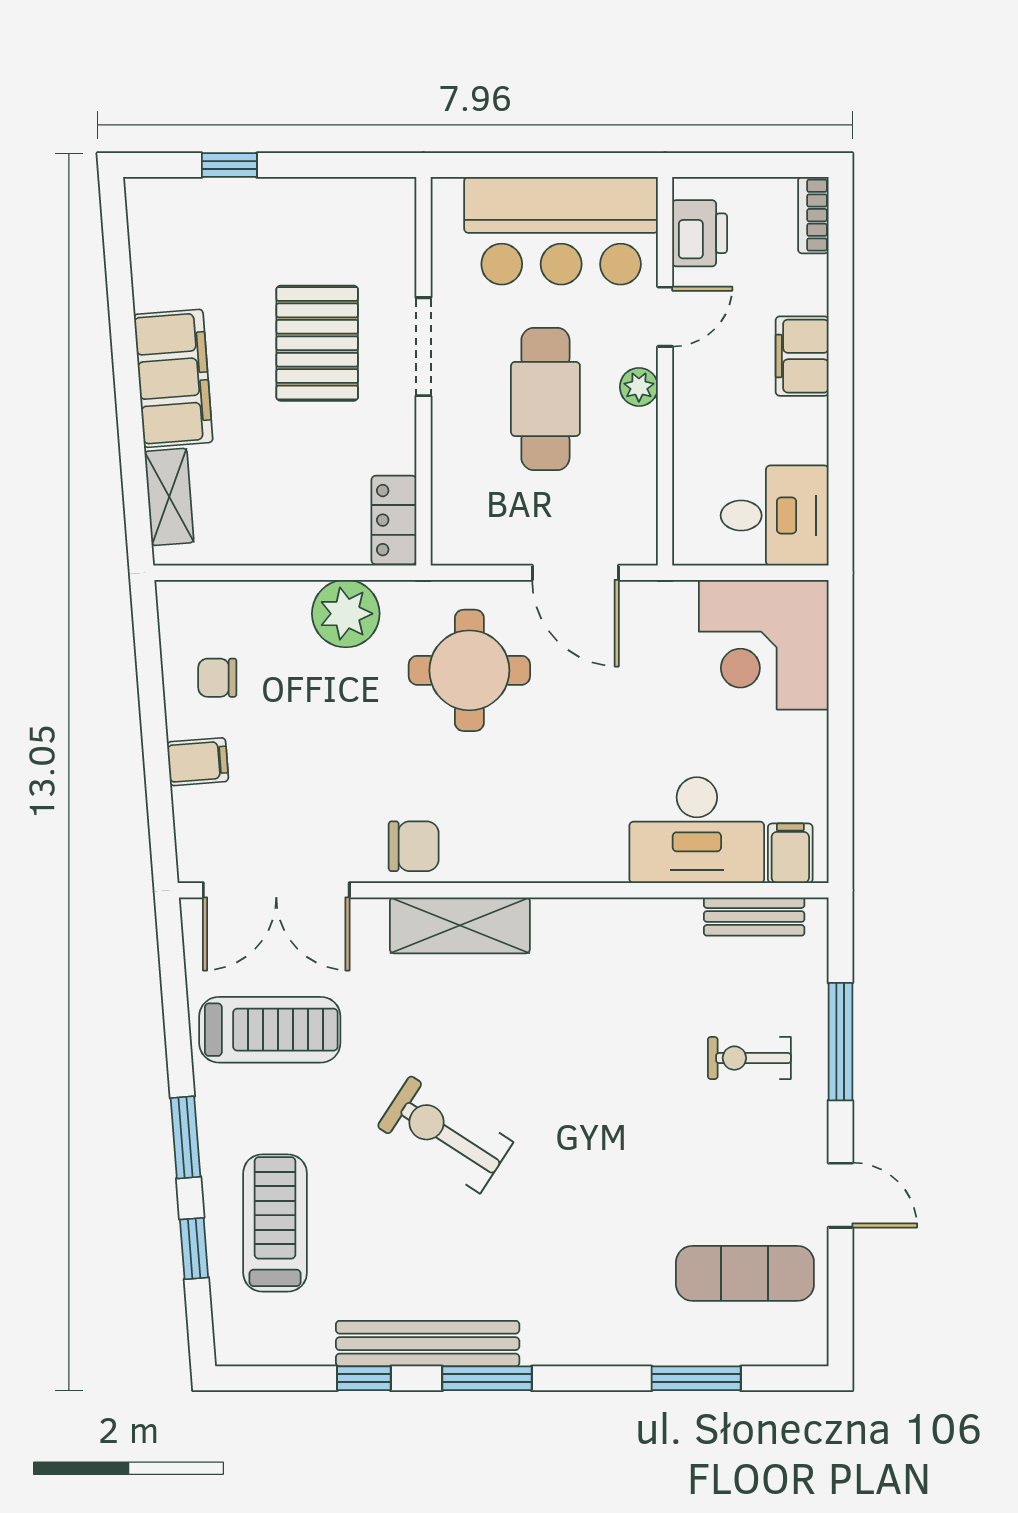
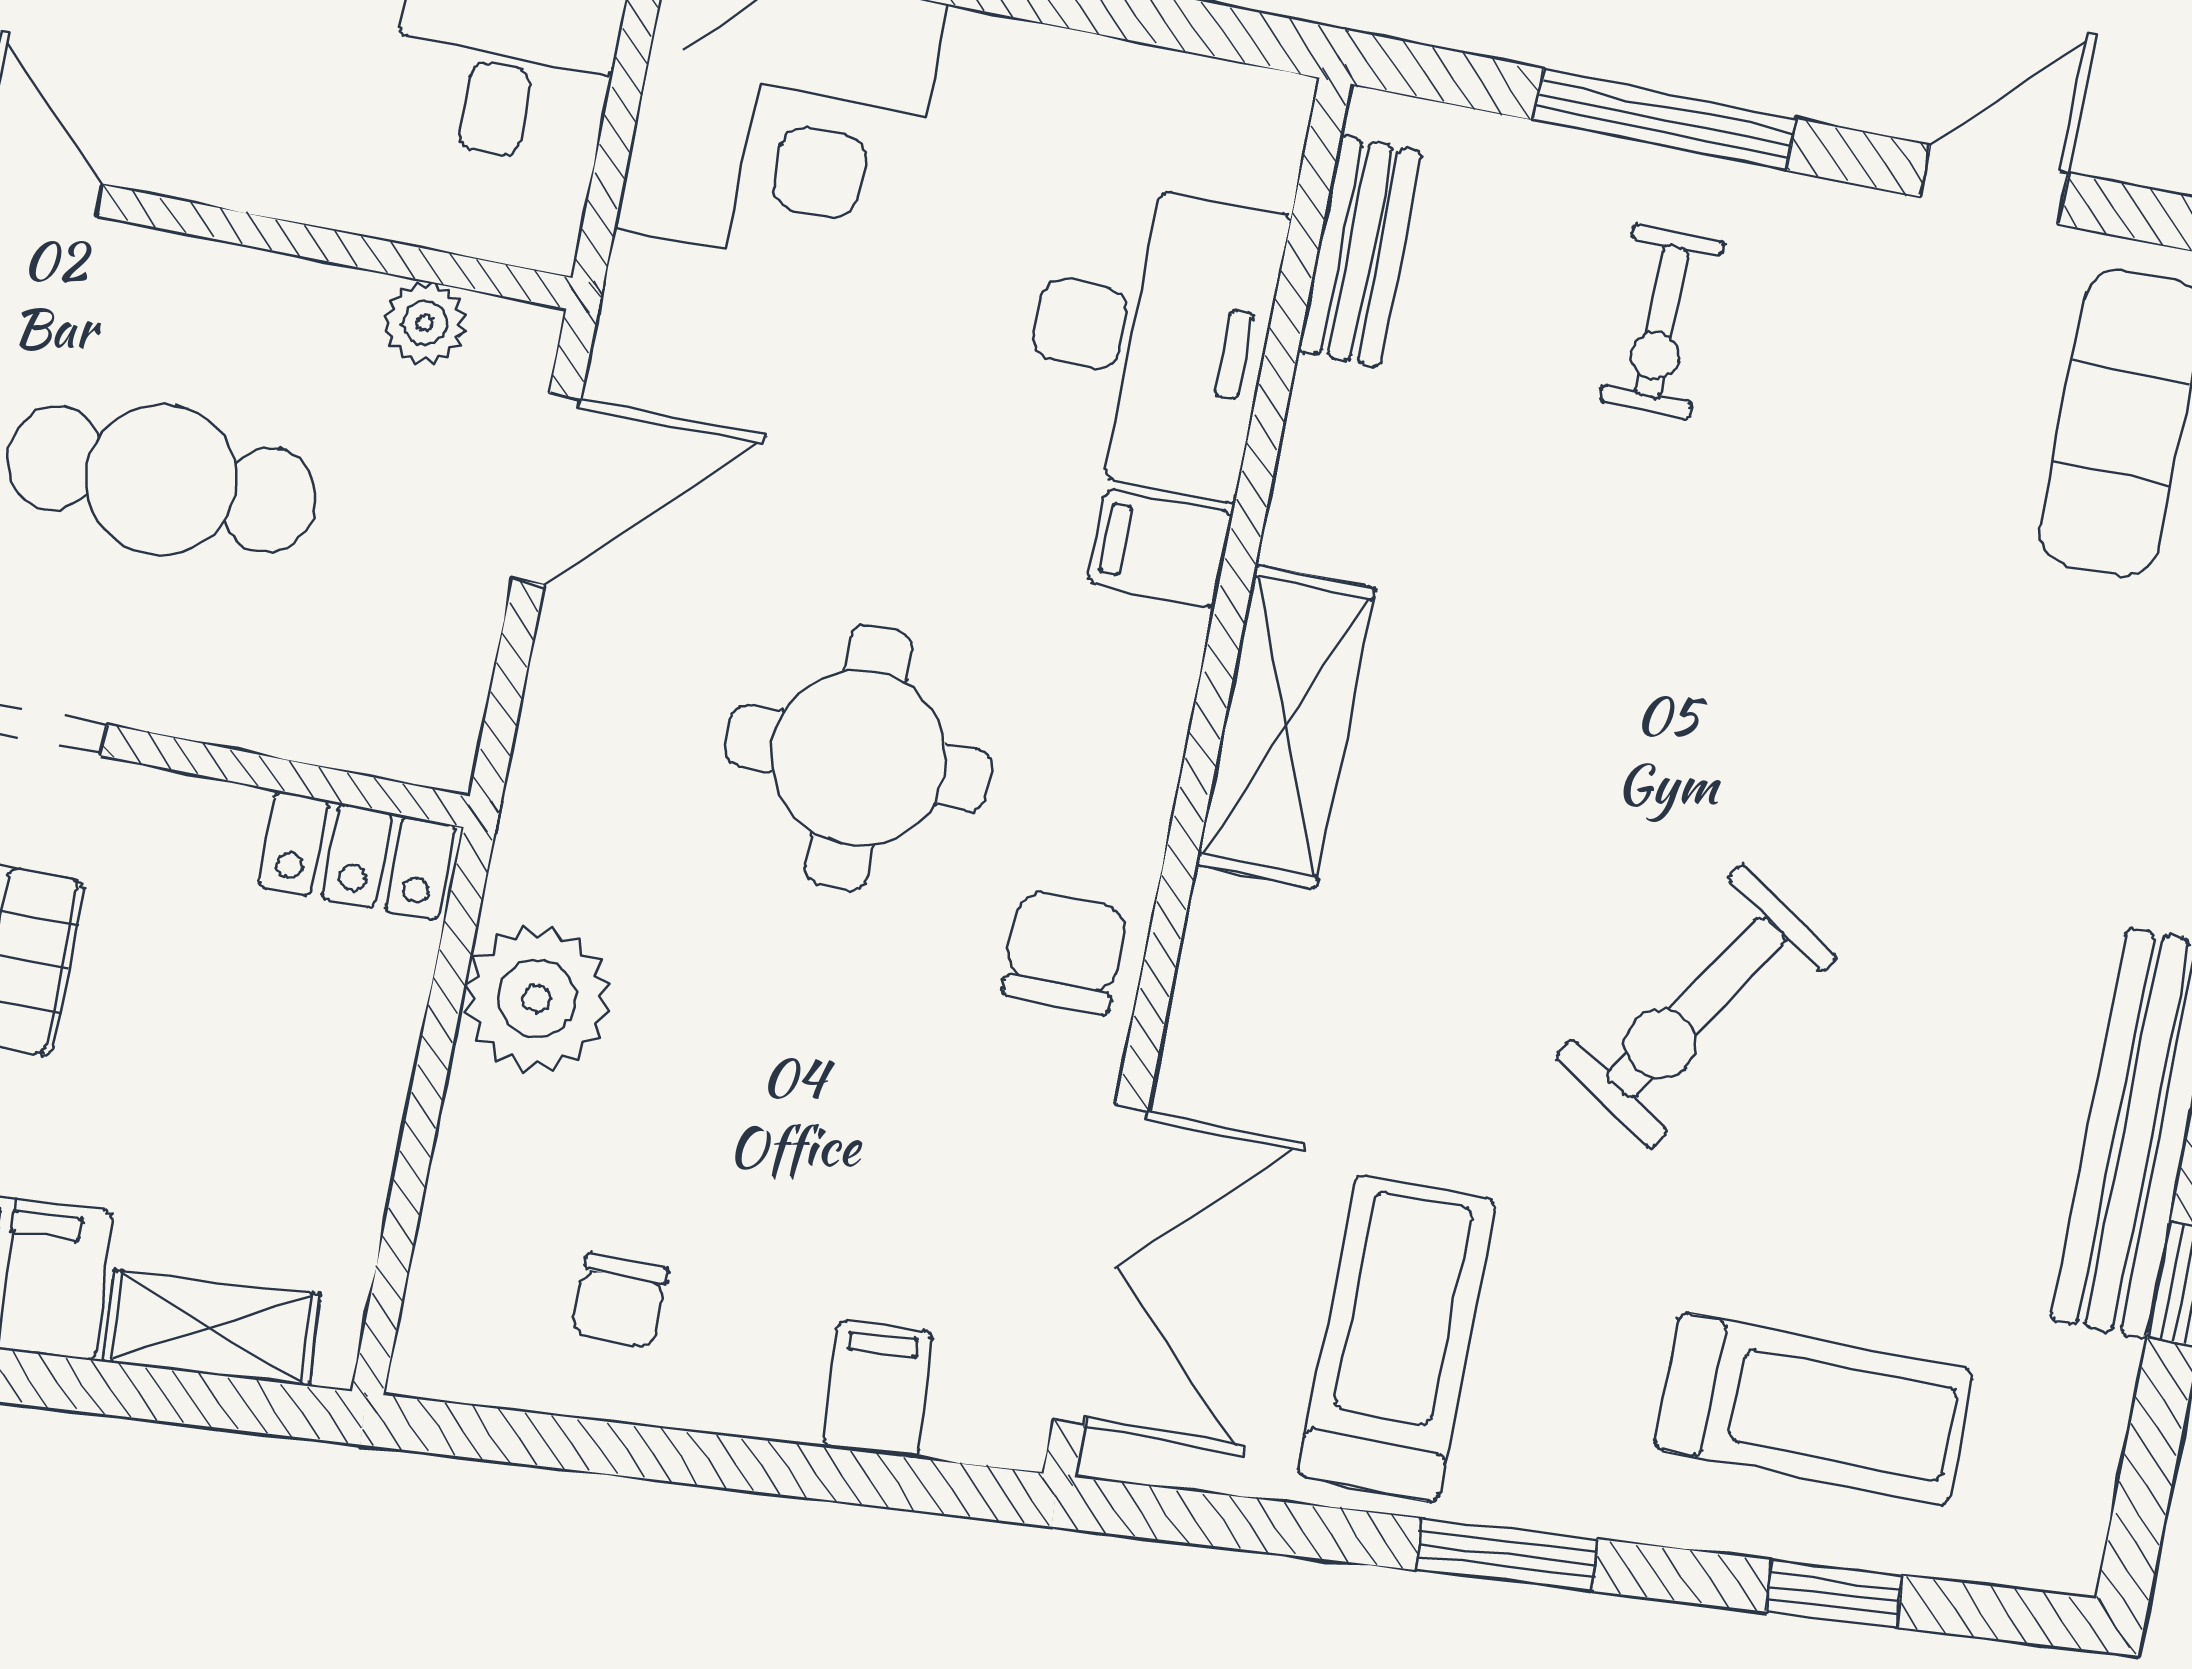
plant: (639, 387) -> (425, 323), moved
round table: (469, 670) -> (859, 758), moved
filing cabinet: (198, 762) -> (878, 1389), moved
filing cabinet: (790, 853) -> (1160, 548), moved
shelving: (460, 925) -> (1286, 727), moved
window: (185, 1137) -> (1507, 1555), moved
treadmill: (275, 1223) -> (1814, 1409), turned 180

